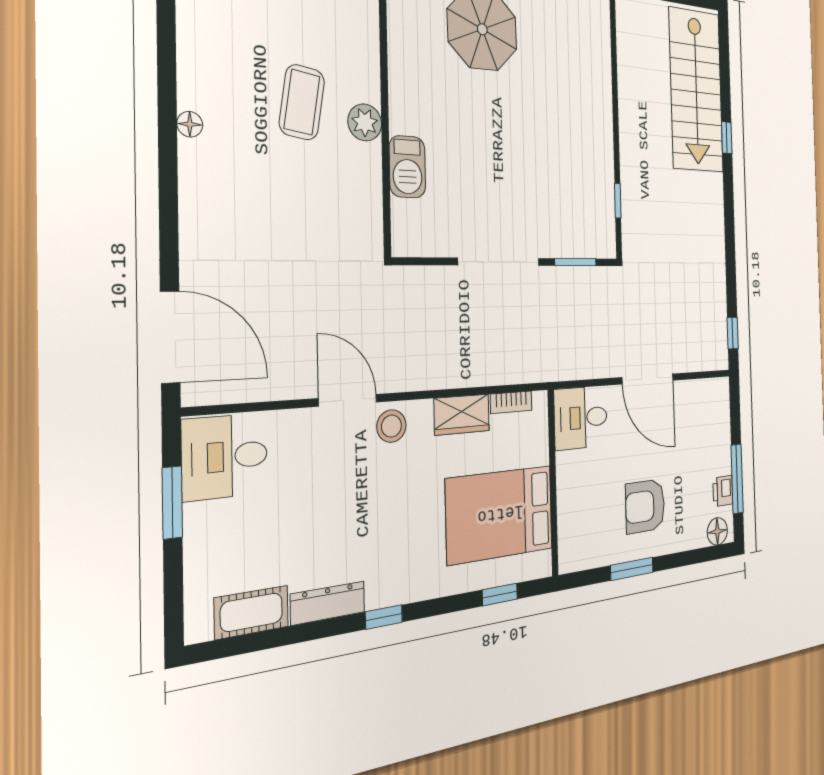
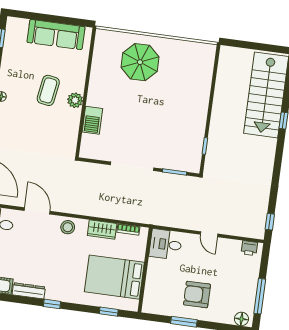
door: (648, 379) -> (209, 234), width x0.53
door: (348, 400) -> (37, 211), moved
printer: (723, 491) -> (249, 248), moved, turned -90

